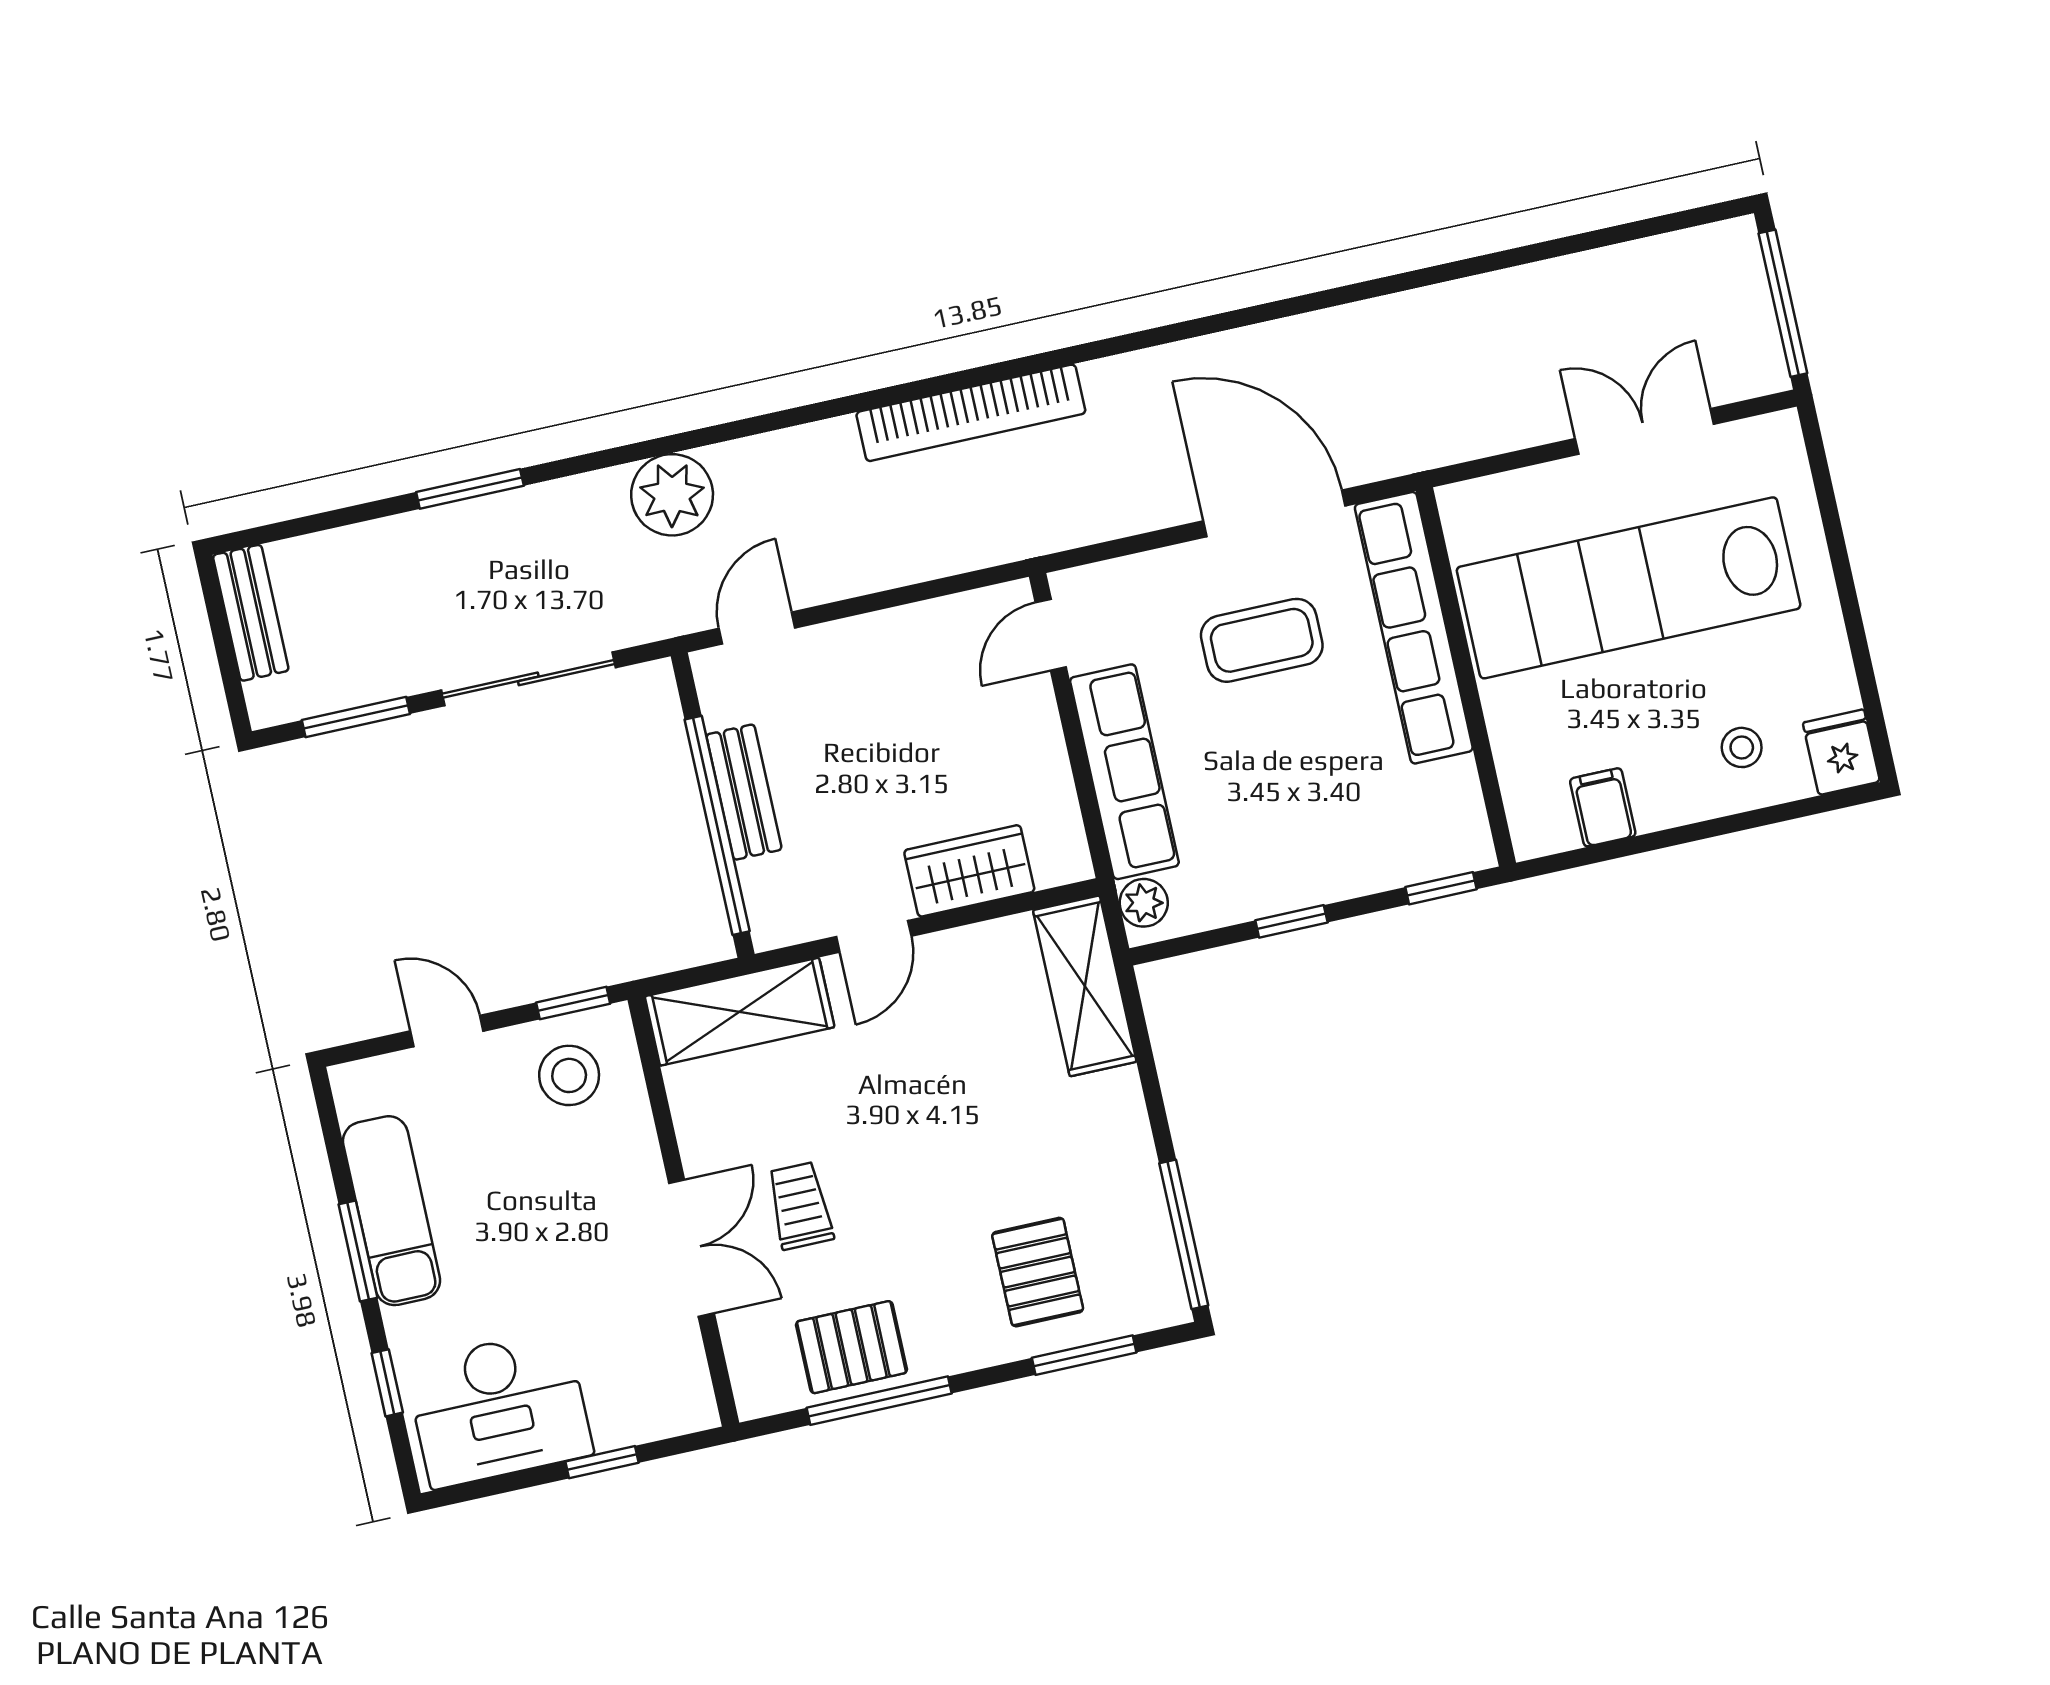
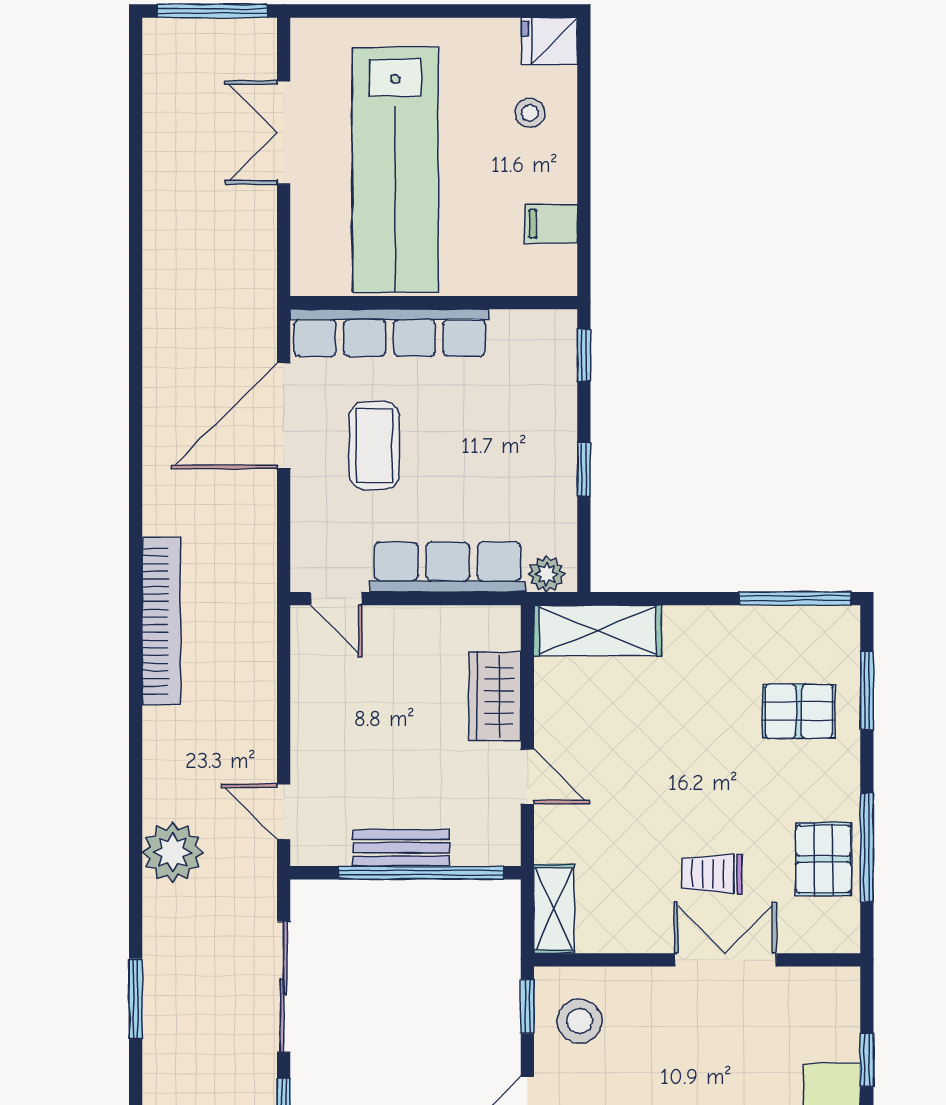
shelving: (740, 1012) -> (554, 909), width x0.67, depth x0.75

